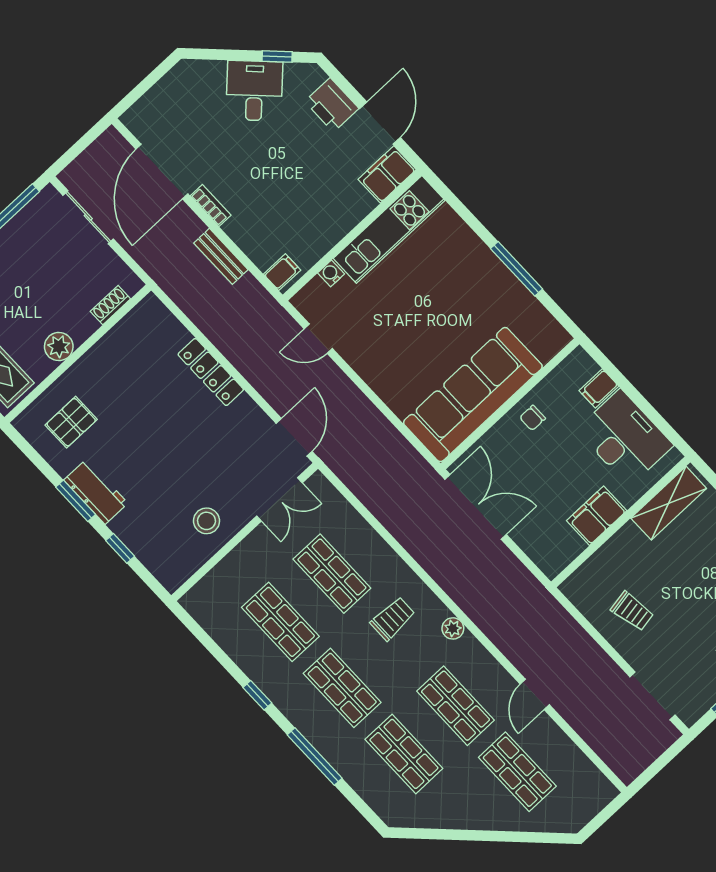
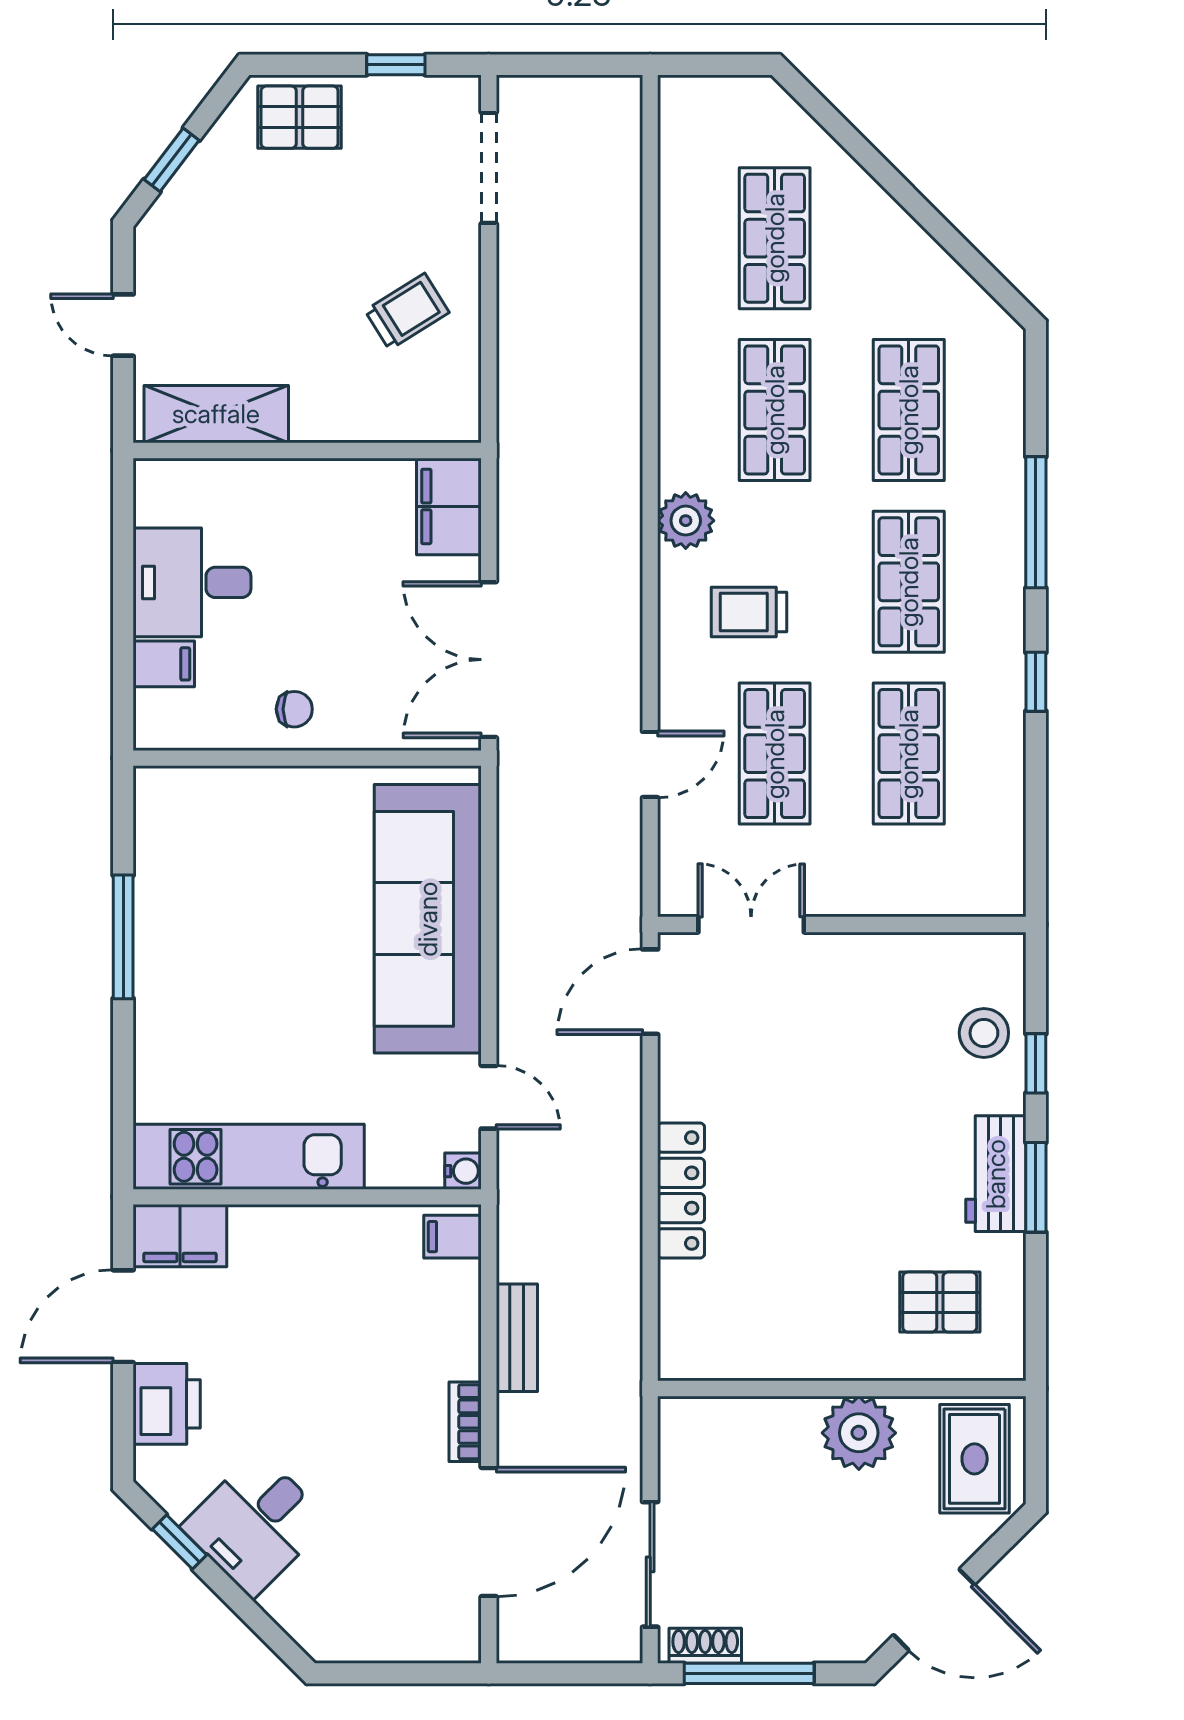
water cooler: (331, 273) -> (463, 1171), moved, turned -90
shoe rack: (110, 305) -> (705, 1646), moved, turned 180
plant: (59, 347) -> (859, 1433), width x1.36, depth x1.36
sofa: (473, 395) -> (428, 919), moved, turned 90
desk: (625, 438) -> (192, 582), width x0.73
filing cabinet: (597, 516) -> (449, 506), moved, turned 90
stool: (207, 521) -> (984, 1033), moved
trolley: (632, 611) -> (407, 311), turned 68
plant: (453, 628) -> (686, 521), width x1.38, depth x1.38
door: (535, 694) -> (650, 764), moved

